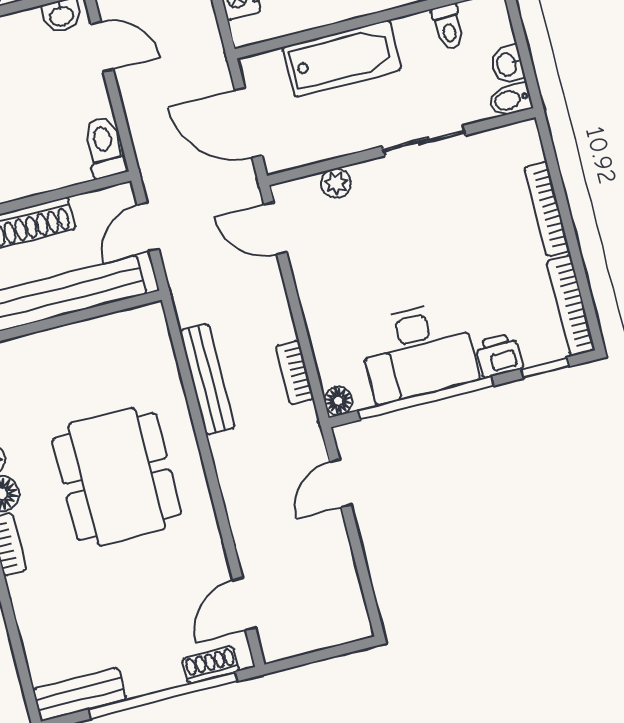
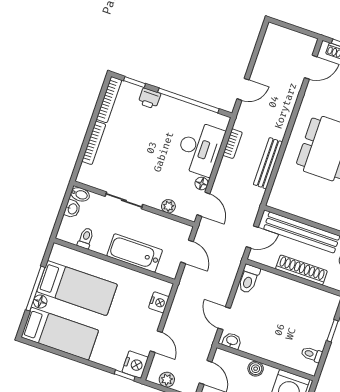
door: (248, 123) -> (187, 252), width x0.73
desk: (418, 352) -> (200, 148), moved, turned 90
floor lamp: (338, 401) -> (202, 183), moved

